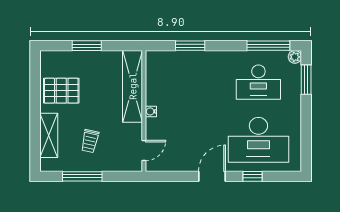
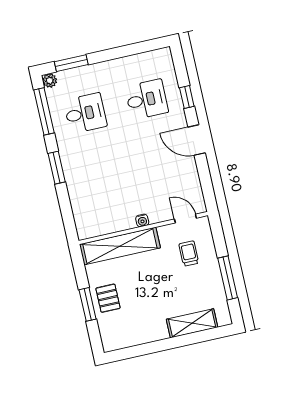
window: (190, 46) -> (57, 168), moved
desk: (258, 82) -> (85, 113), width x0.73
pallet: (61, 91) -> (108, 298), moved, width x0.67, depth x0.71
desk: (258, 140) -> (147, 99), width x0.53, depth x0.77
trolley: (90, 141) -> (189, 254), moved, turned -102

